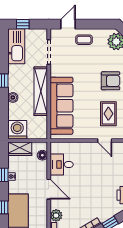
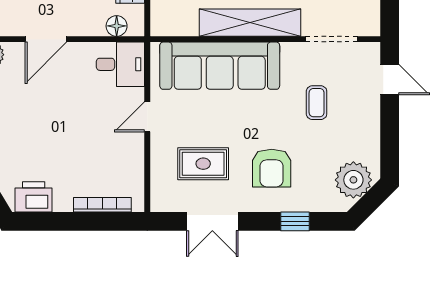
coffee table: (84, 40) -> (317, 103), moved
door: (105, 141) -> (147, 117), moved
desk: (62, 165) -> (120, 64), moved, turned 90

